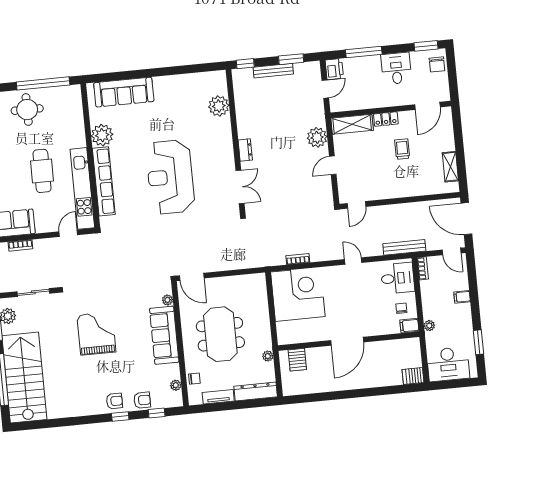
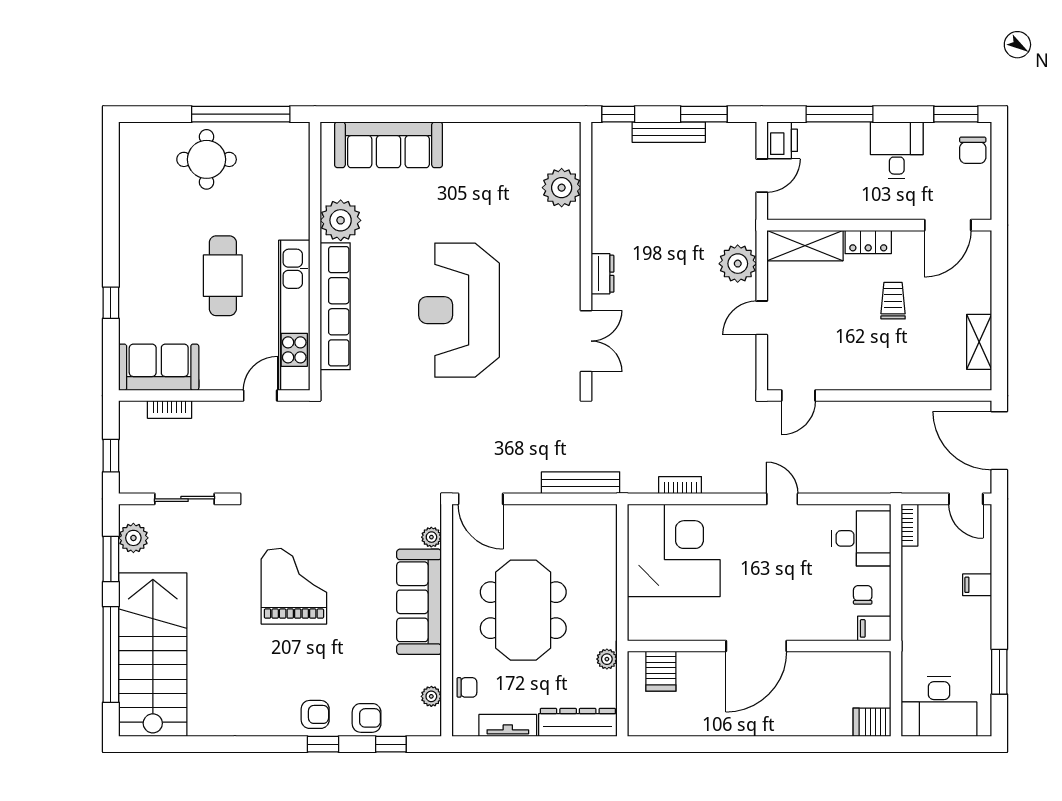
bench: (404, 247) -> (581, 483), moved
plant: (429, 326) -> (911, 632), removed

